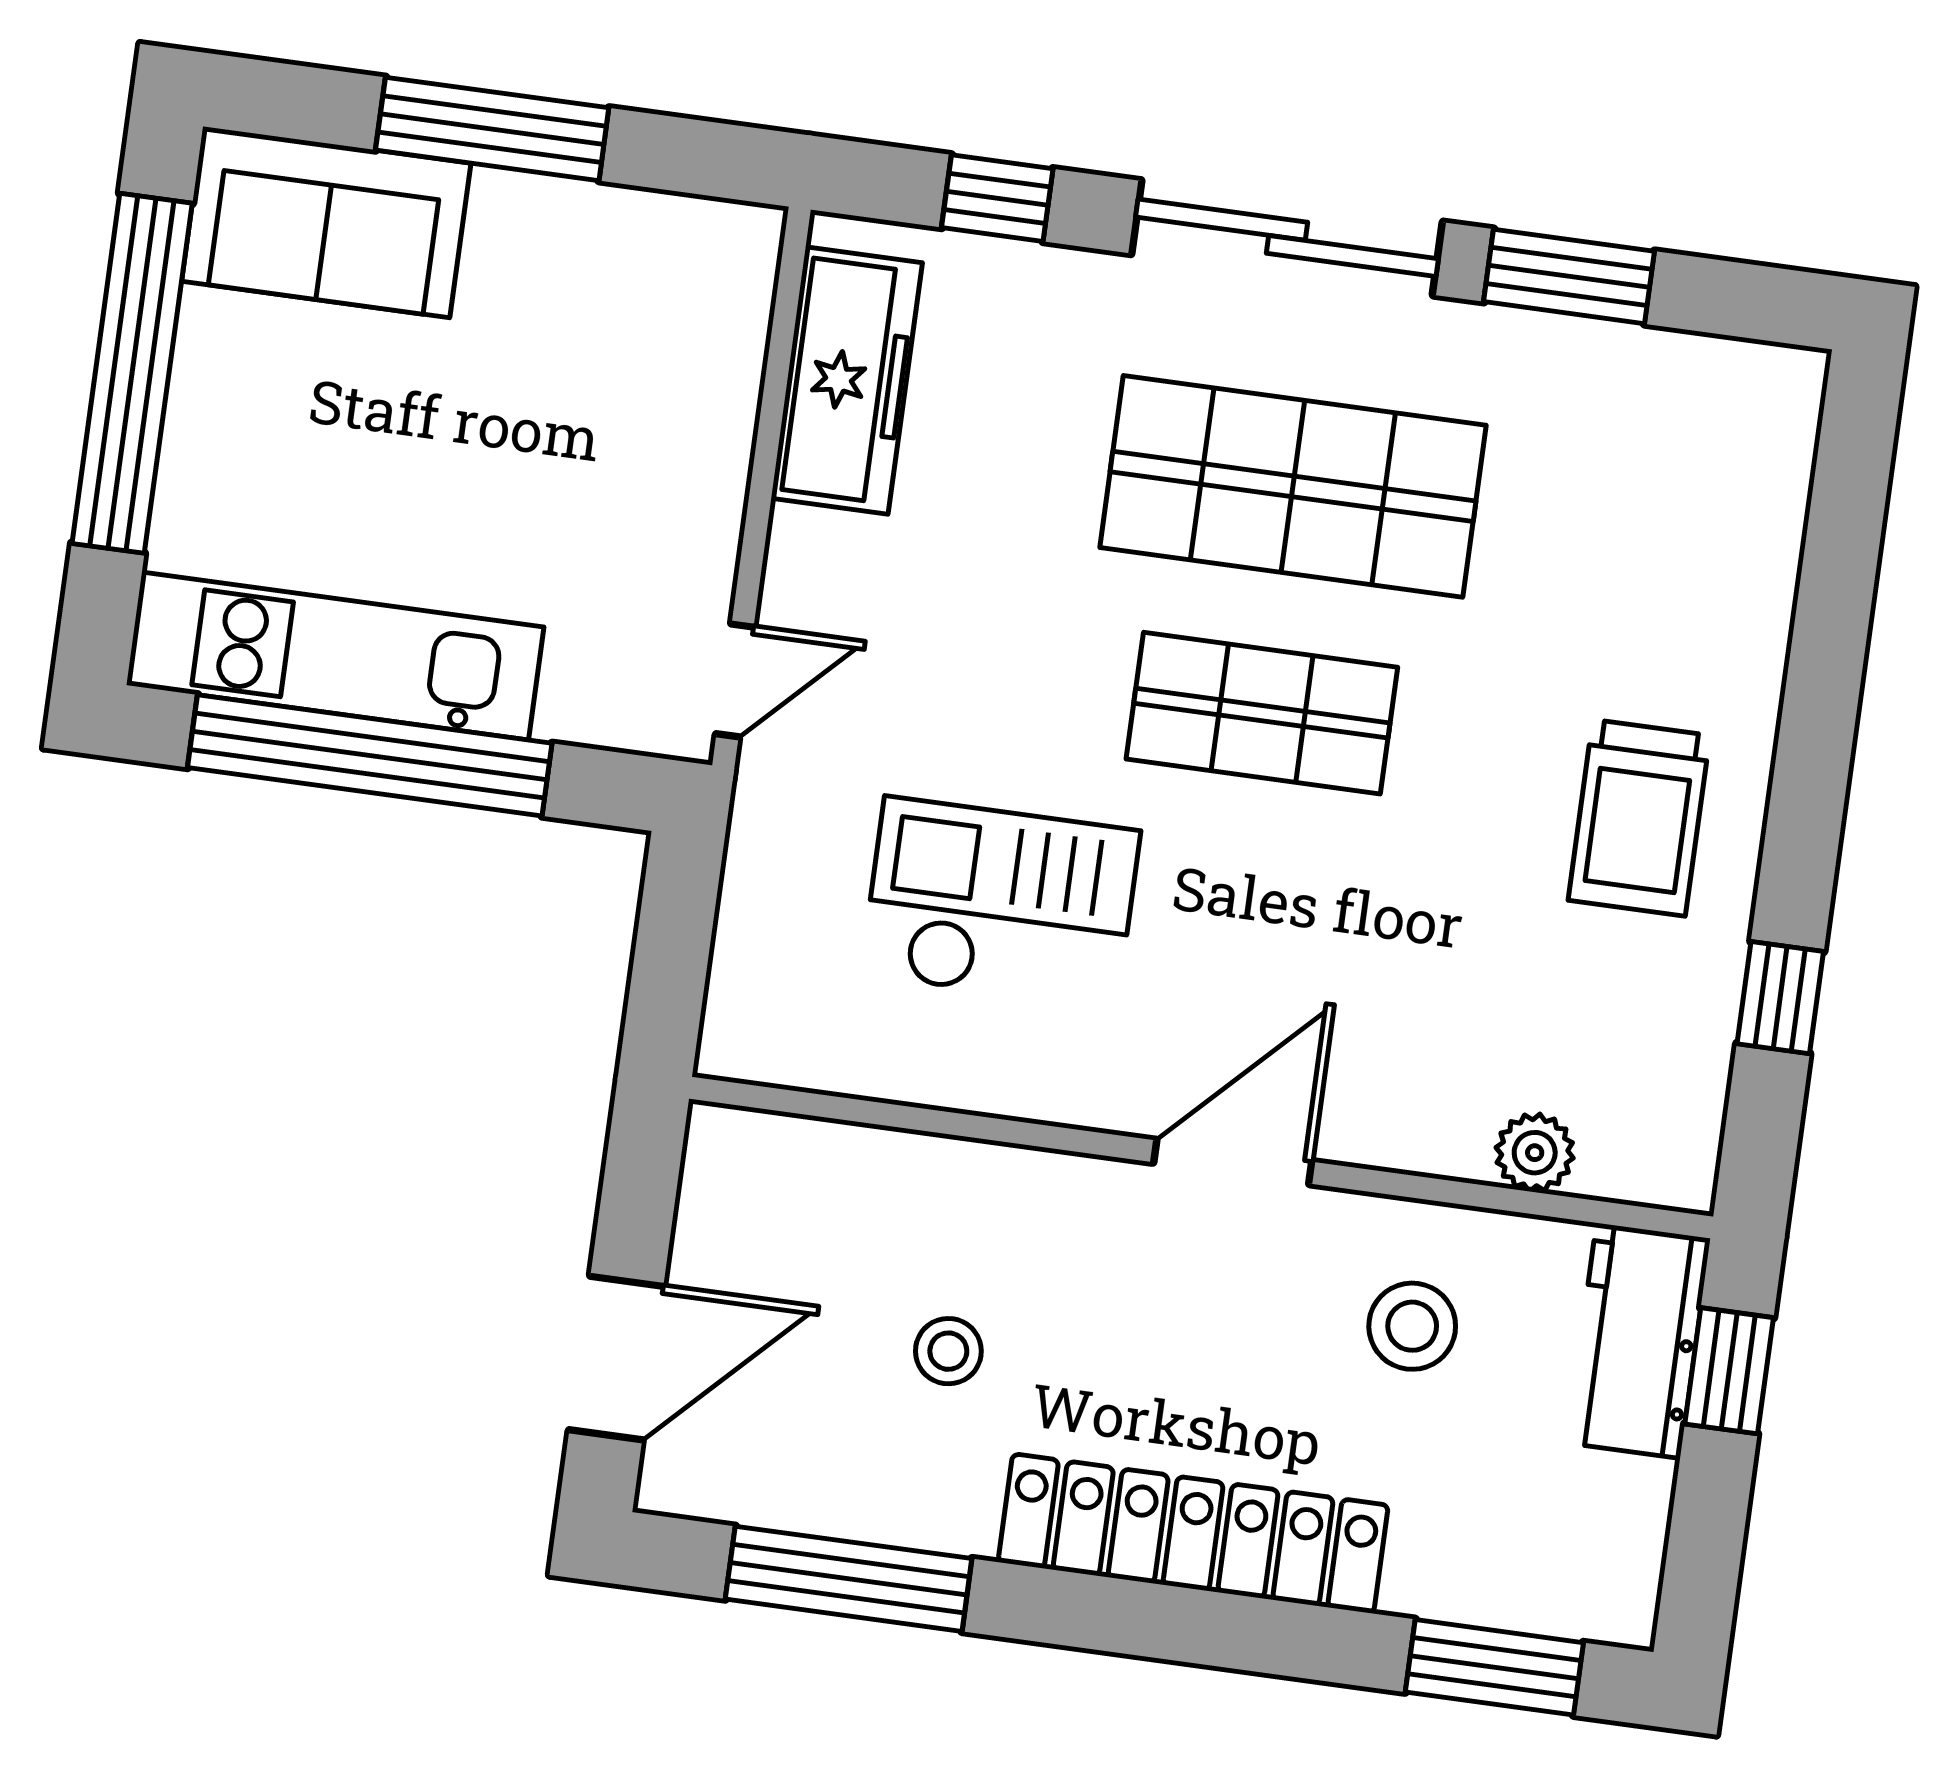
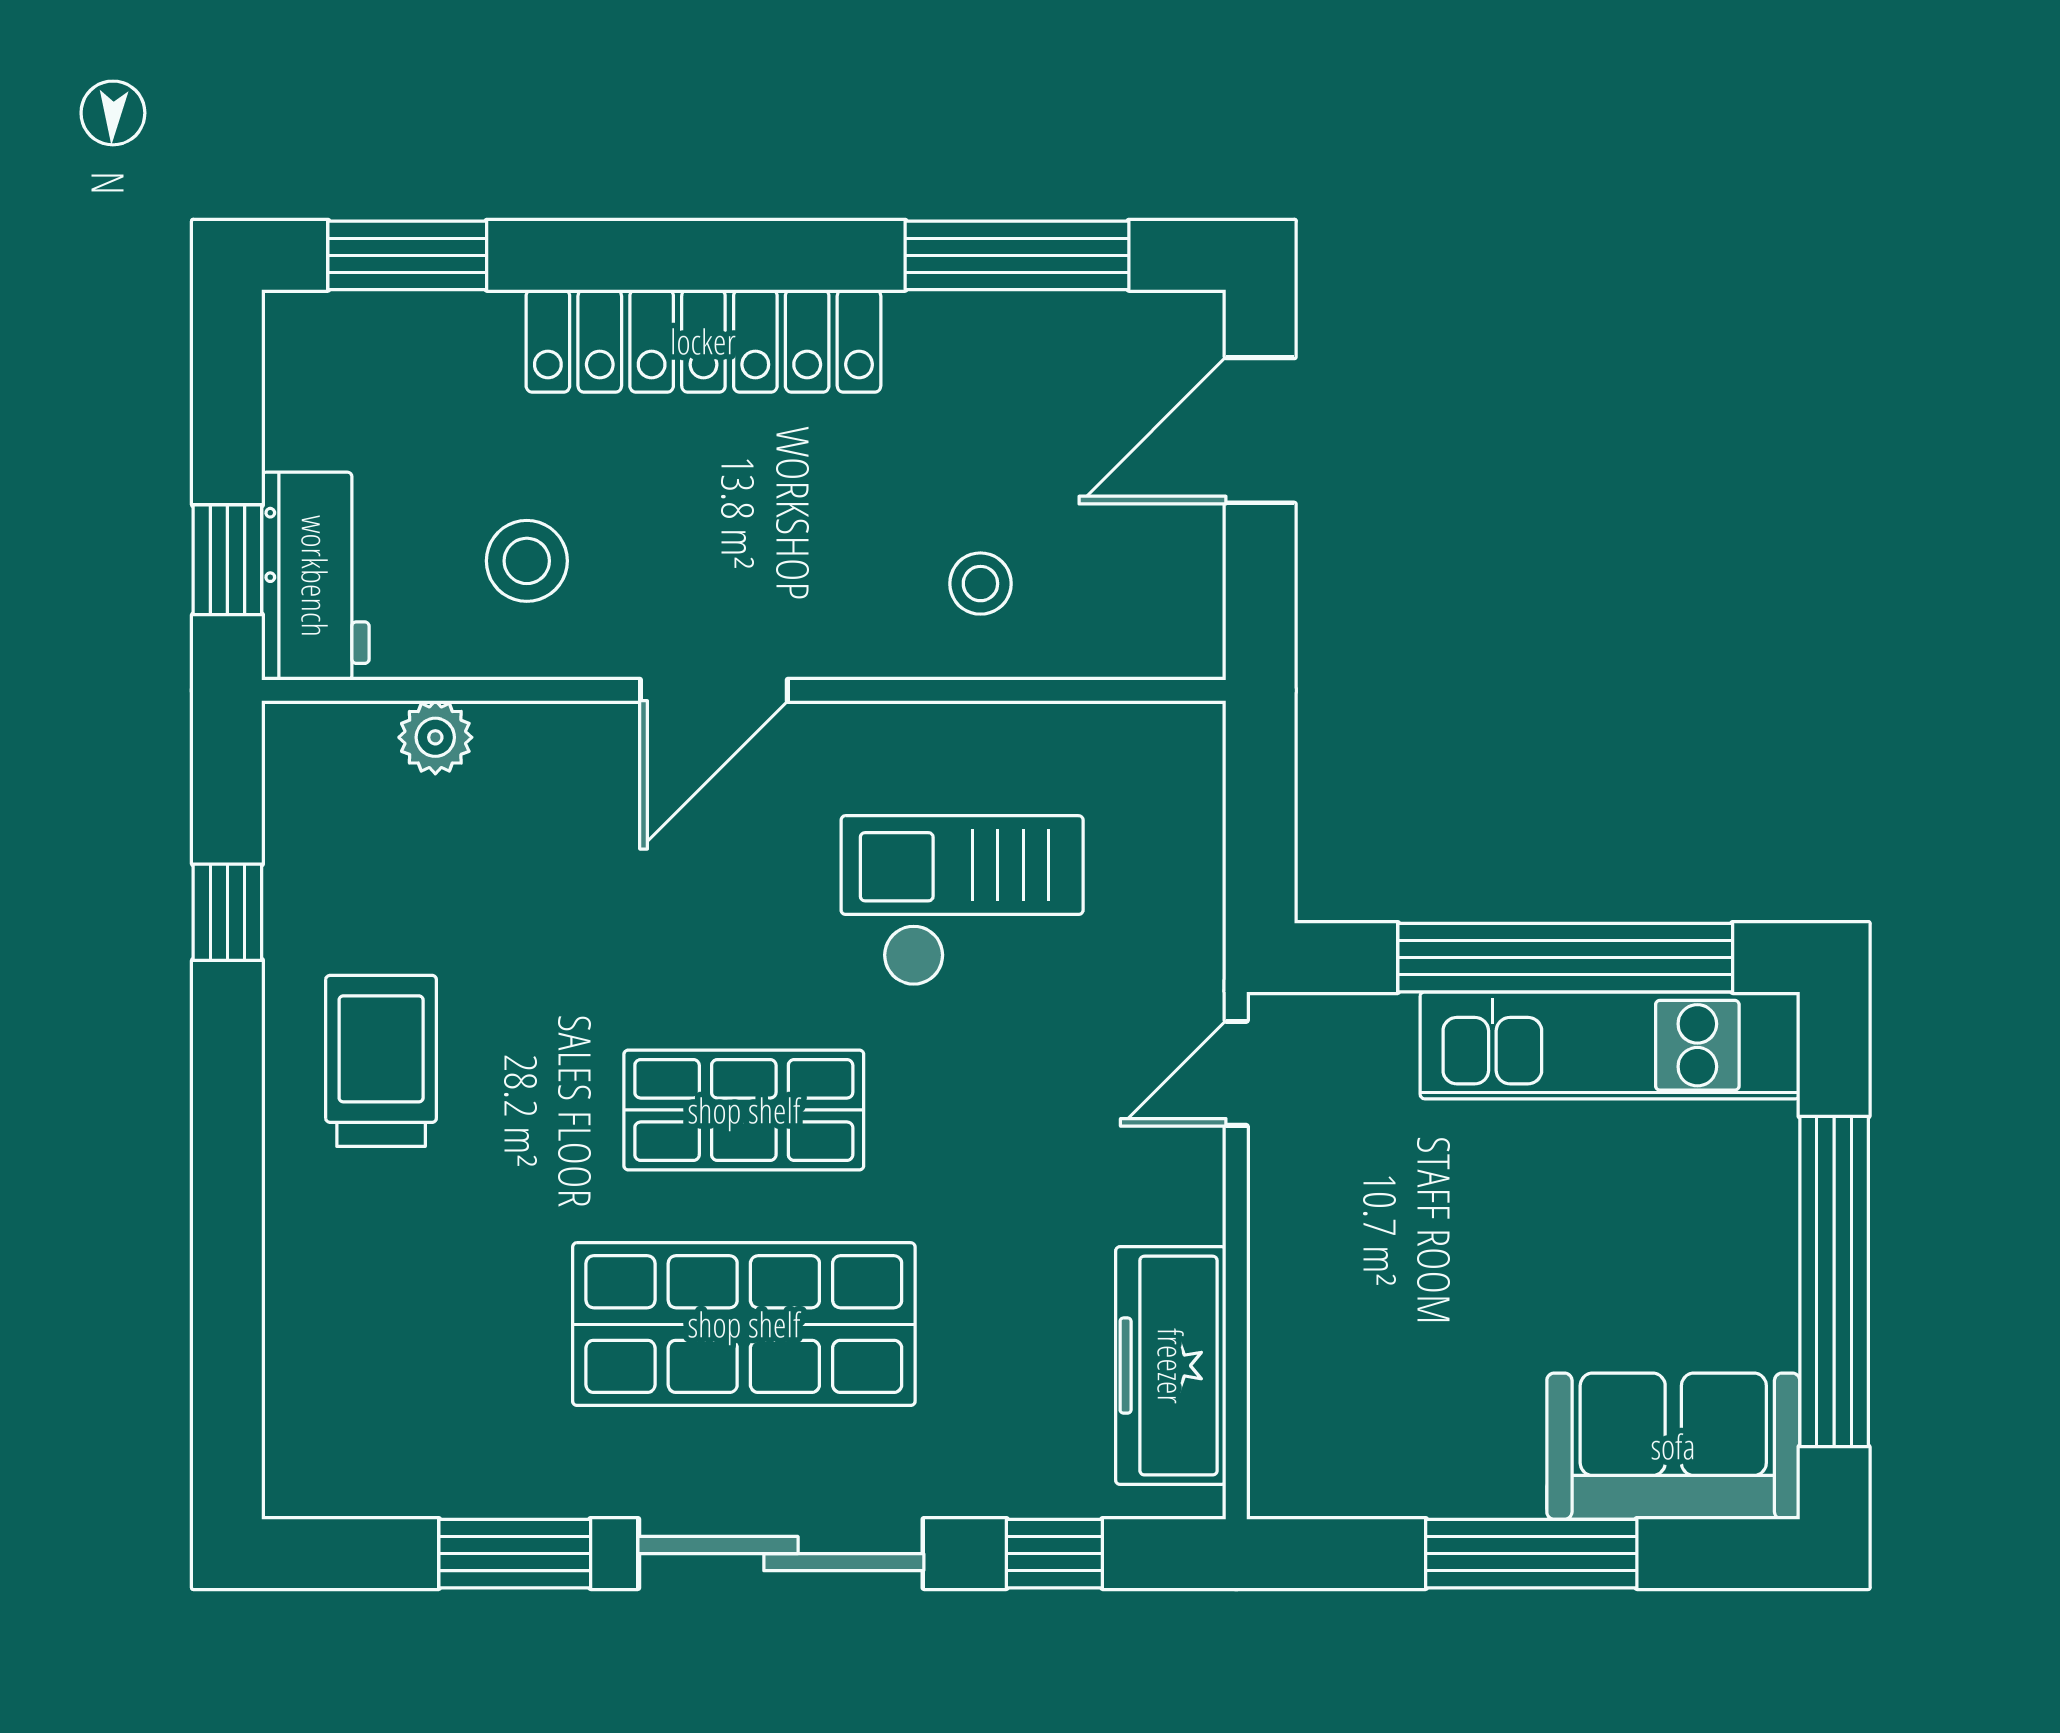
checkout: (1000, 903) -> (962, 901), turned 180
stool: (948, 1351) -> (980, 584), moved

